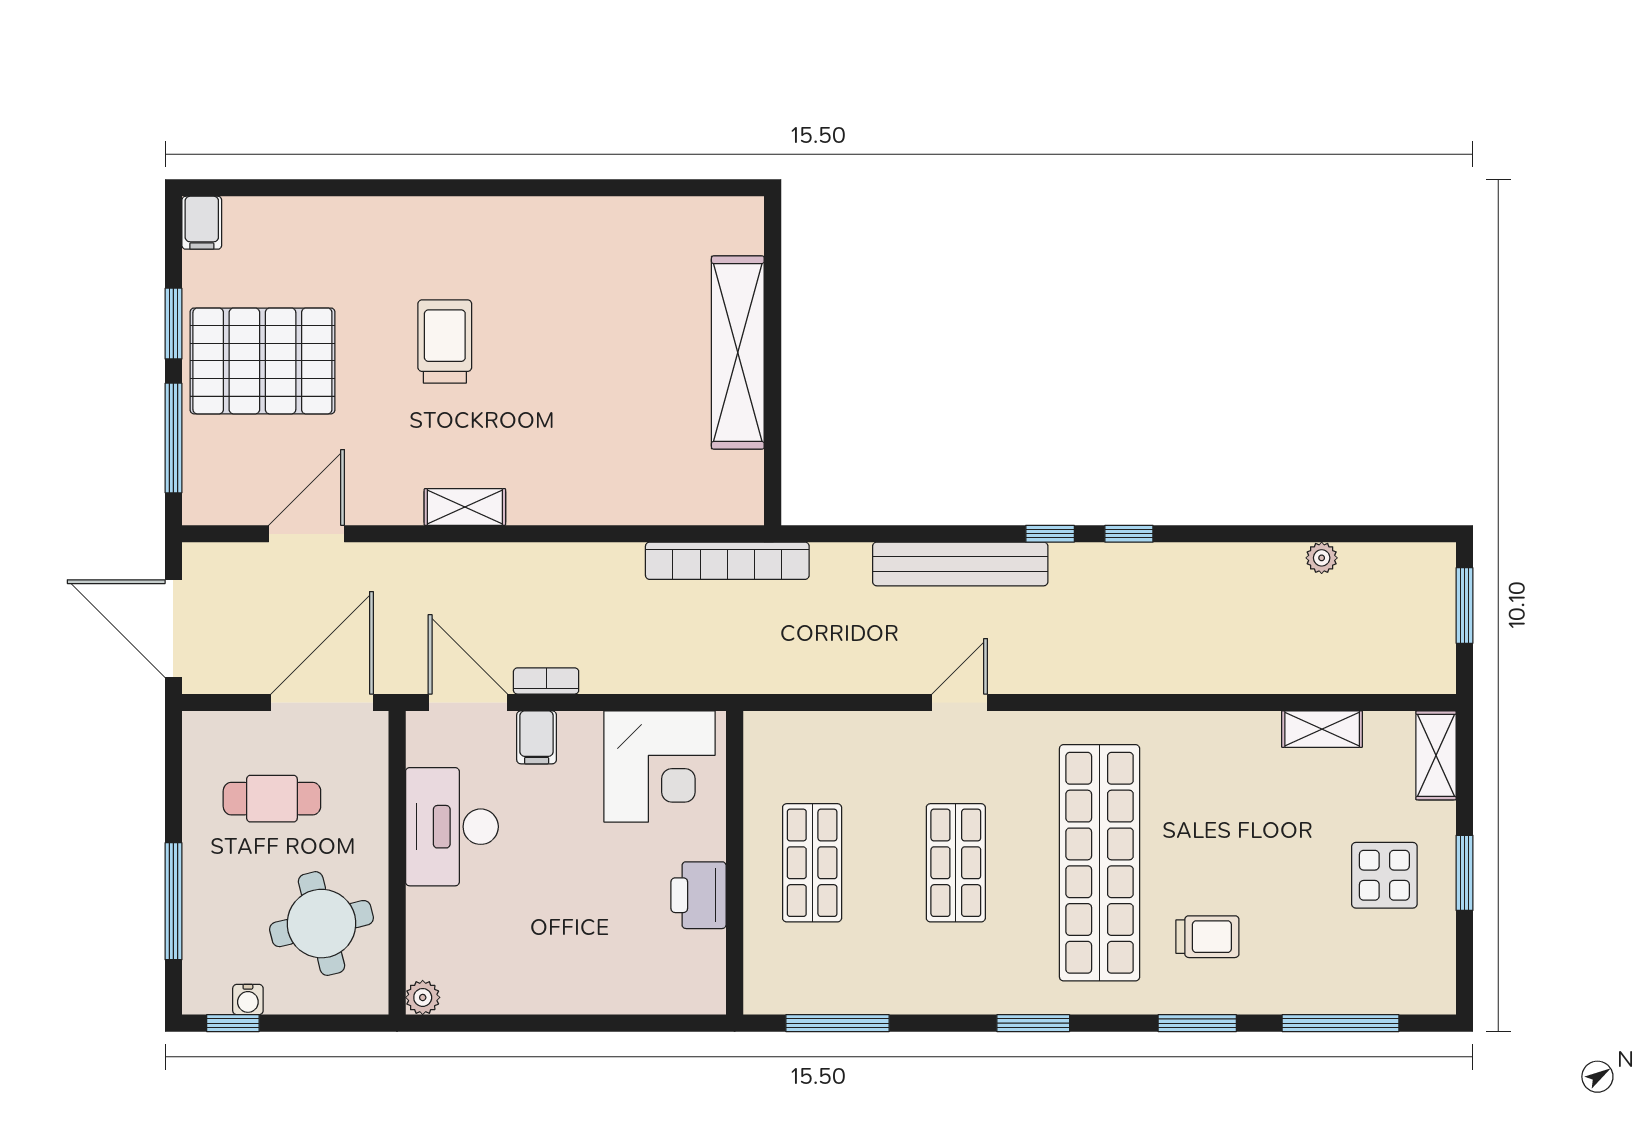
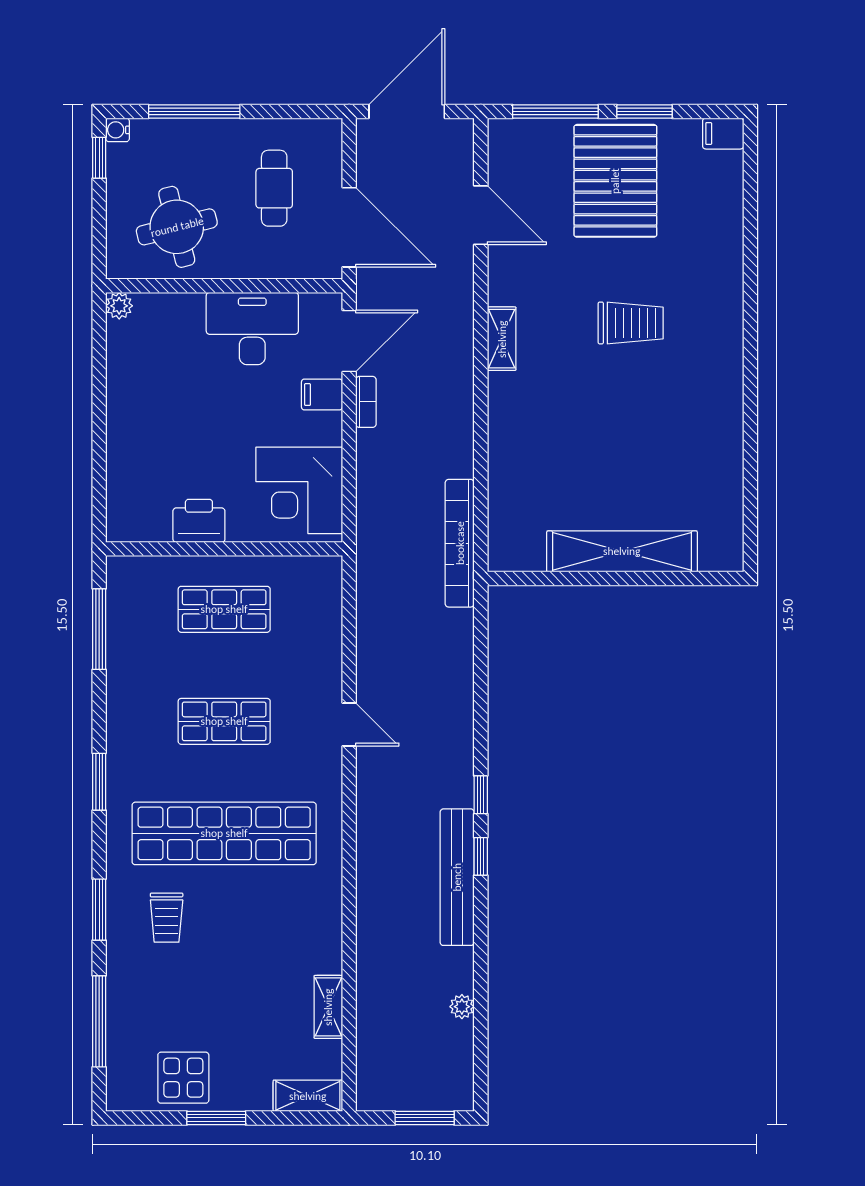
bench: (960, 564) -> (457, 877), moved
display table: (1384, 875) -> (183, 1078), moved
water cooler: (248, 1000) -> (118, 130), moved

